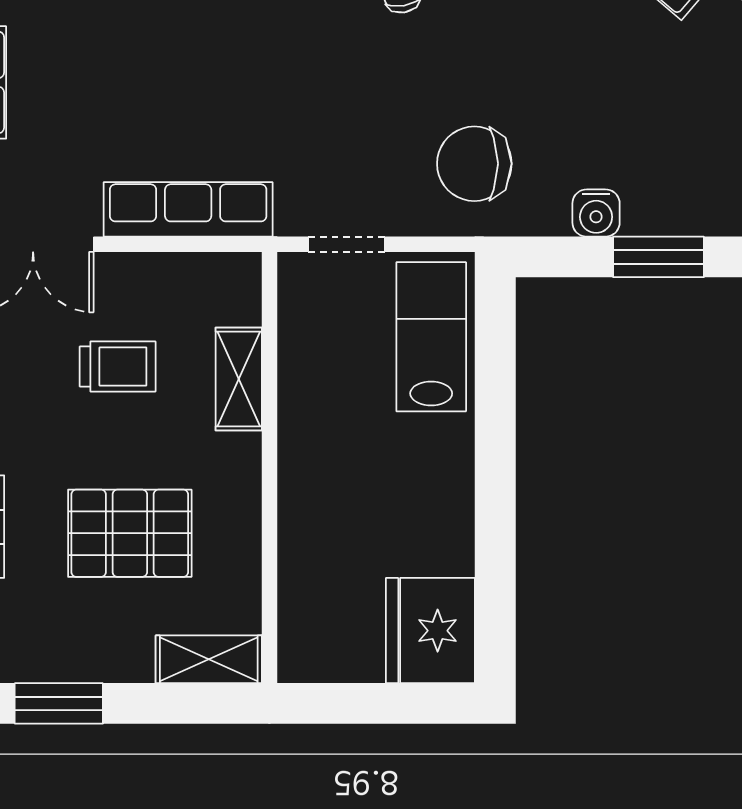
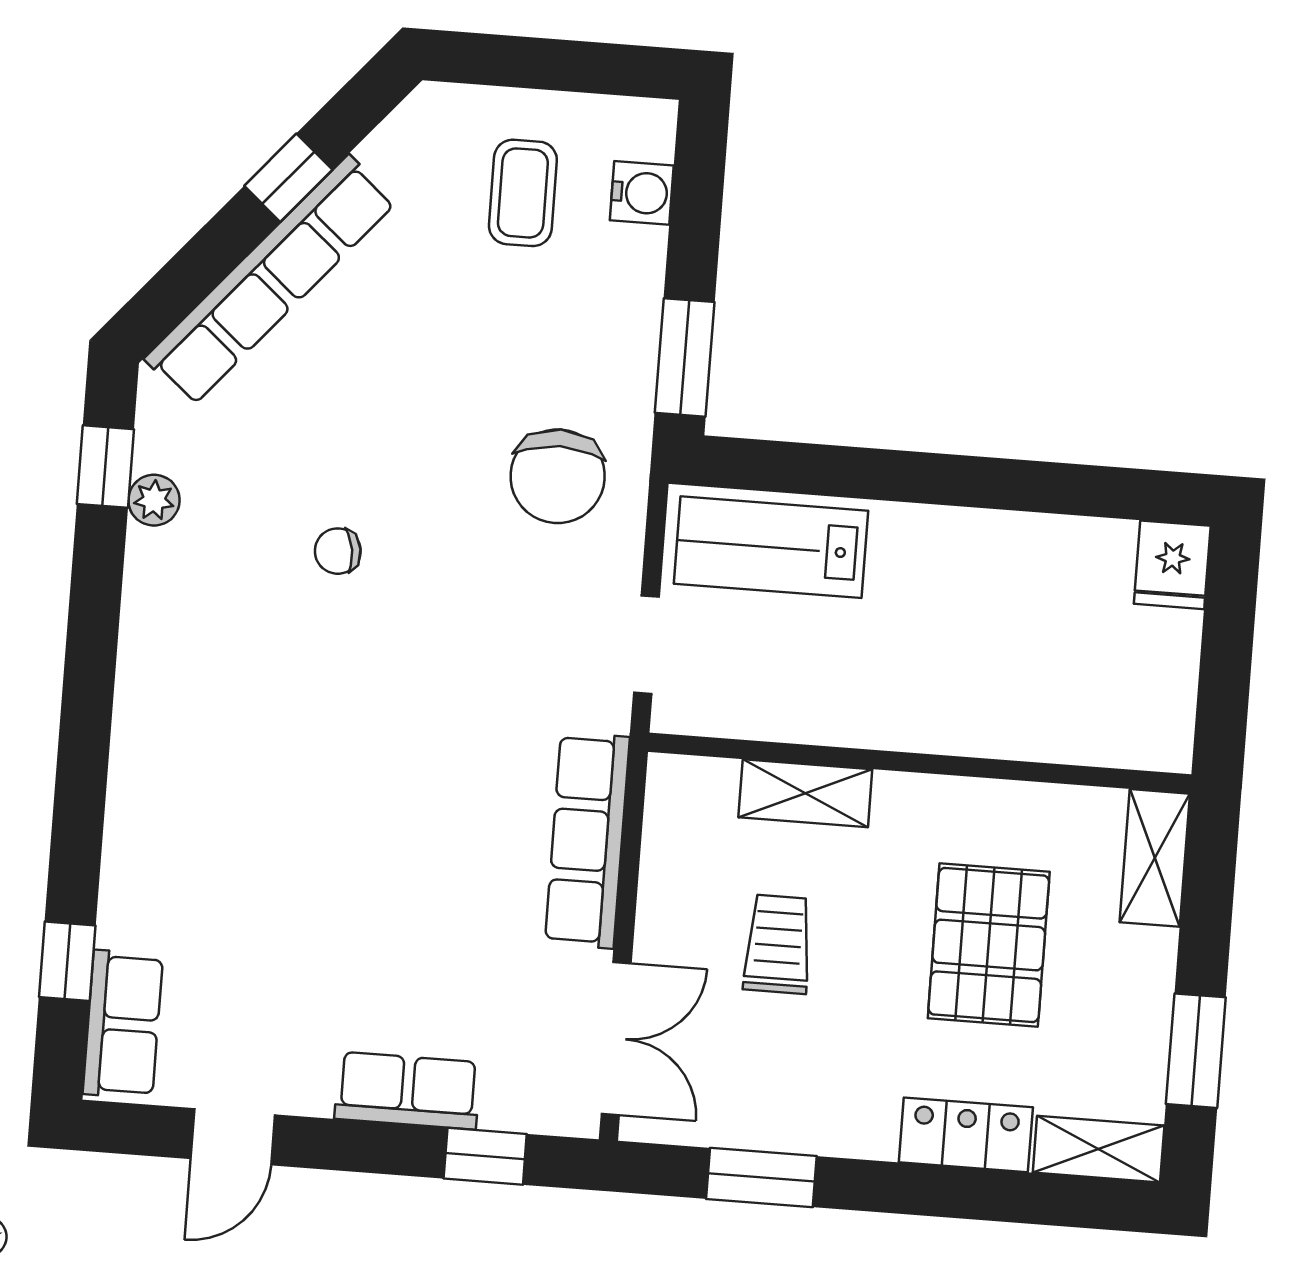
coffee table: (696, 119) -> (523, 193), added
water cooler: (596, 213) -> (642, 193), moved
window: (659, 257) -> (685, 357), moved
fridge: (430, 631) -> (1172, 565), width x0.53, depth x0.75

